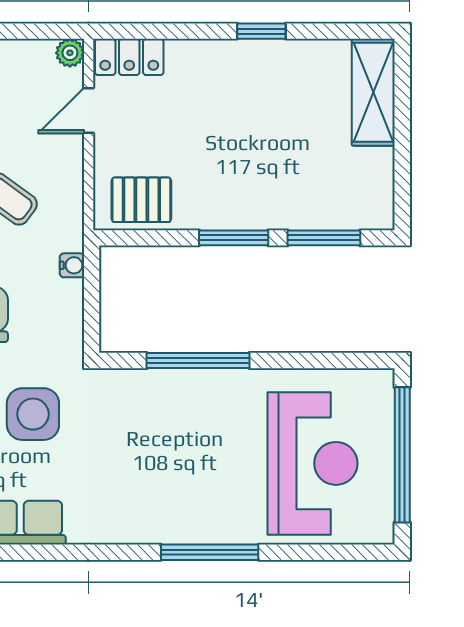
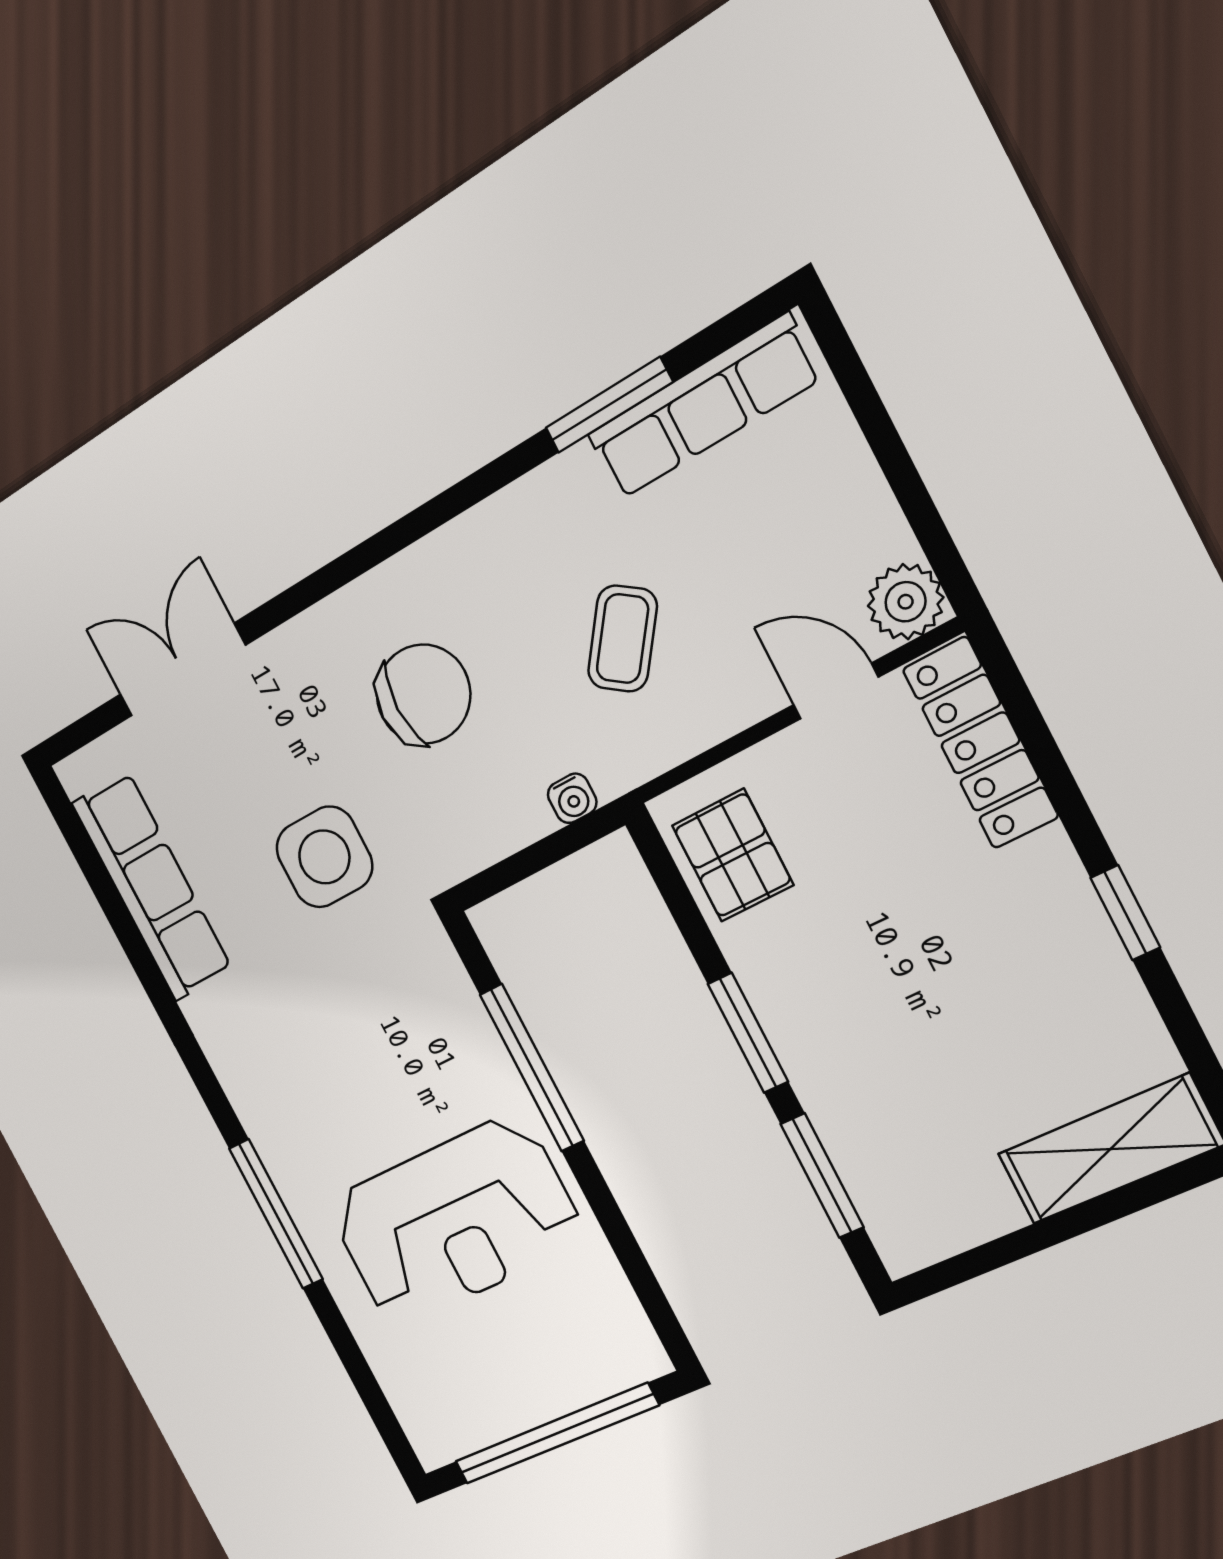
plant: (70, 53) -> (906, 602), width x1.38, depth x1.38
locker: (129, 57) -> (980, 743), width x1.53
reception desk: (313, 463) -> (455, 1221), moved

